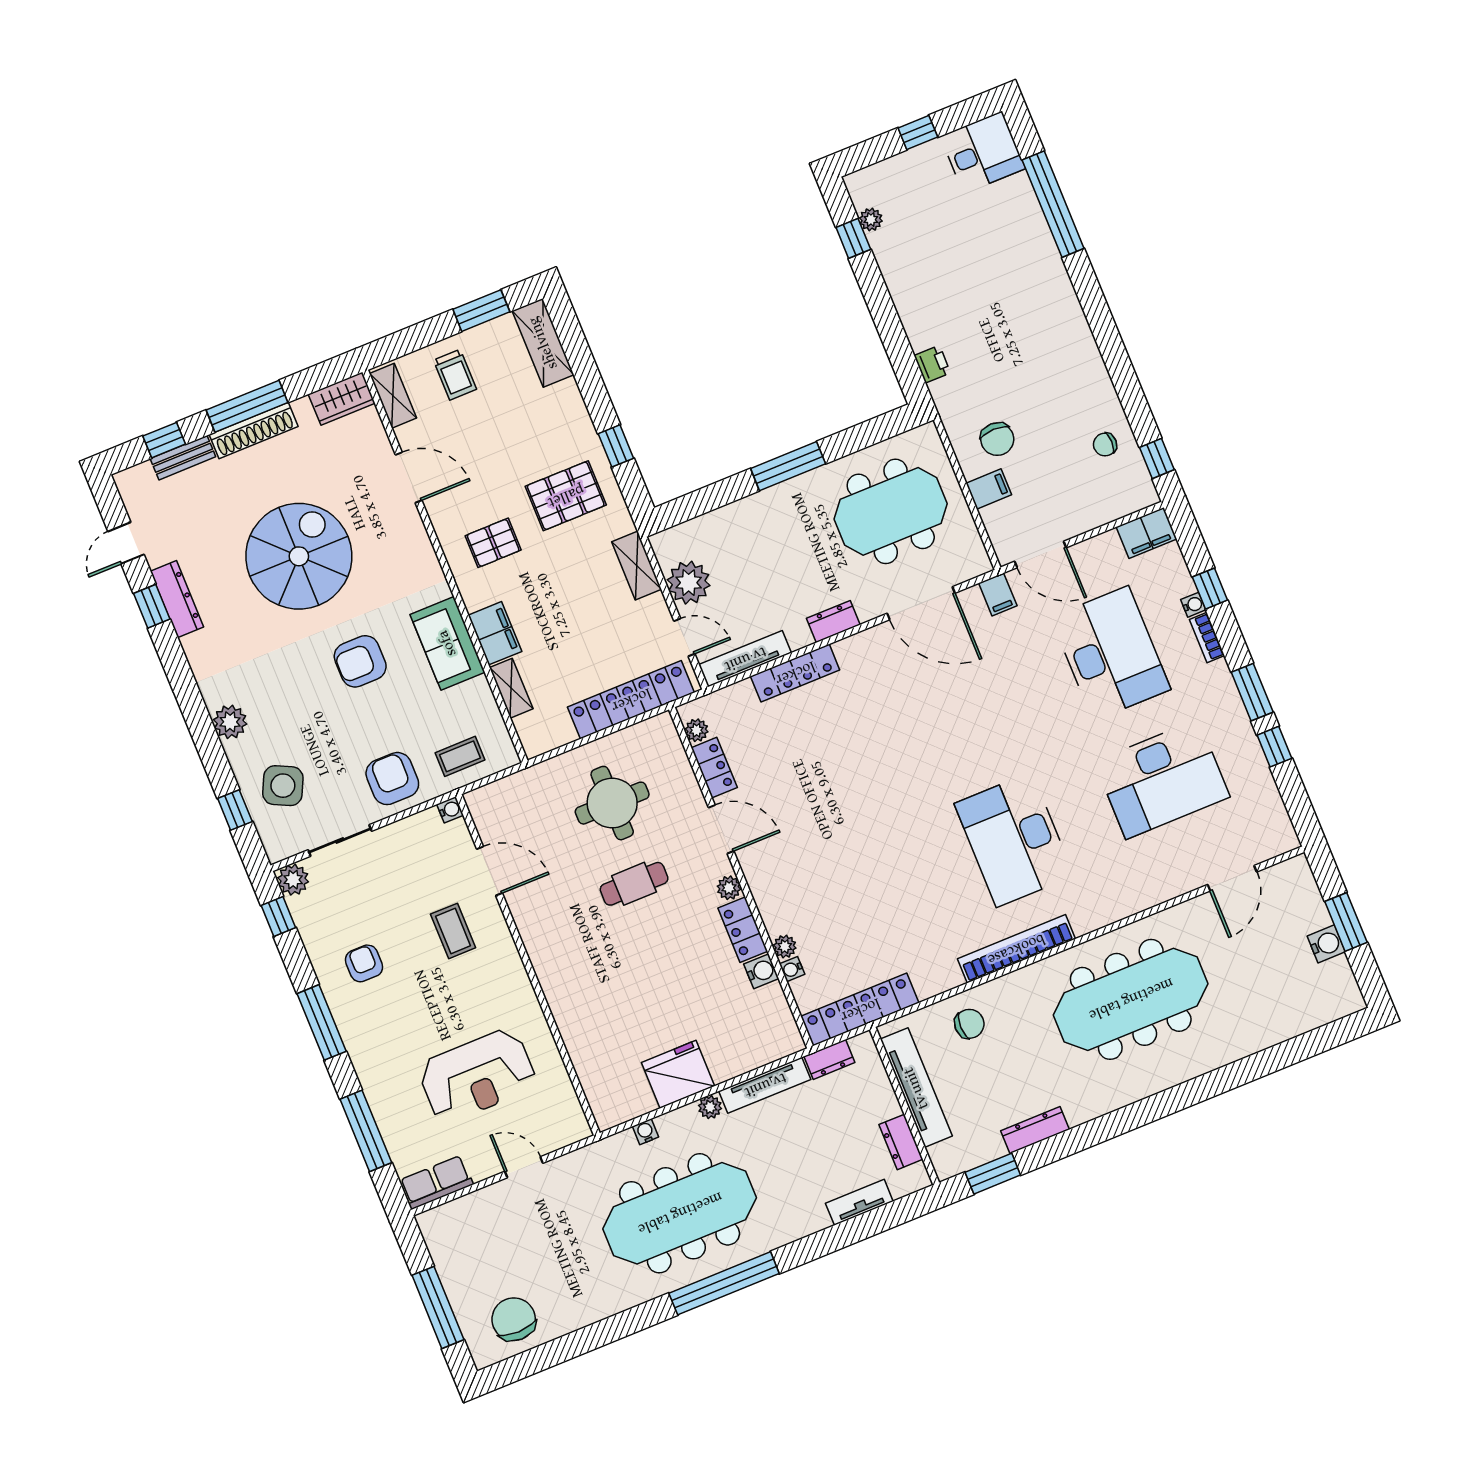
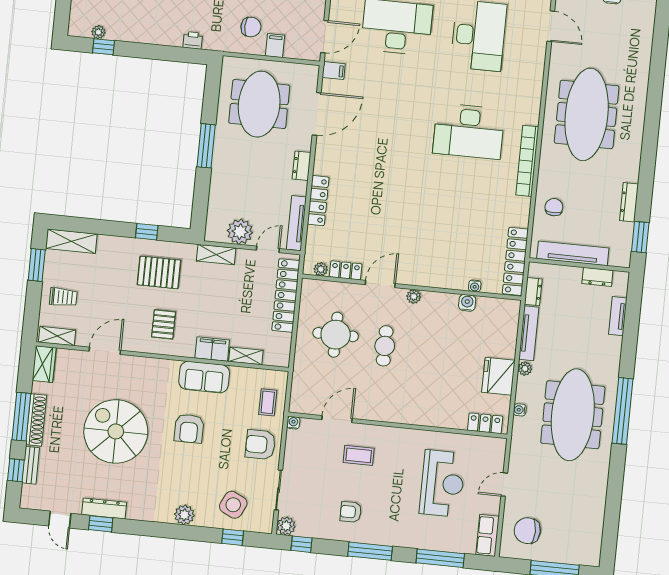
pallet: (566, 496) -> (159, 272), turned 90
locker: (743, 930) -> (485, 423), moved, turned 180
plant: (785, 946) -> (461, 283), removed
chair: (514, 1319) -> (527, 531), moved

